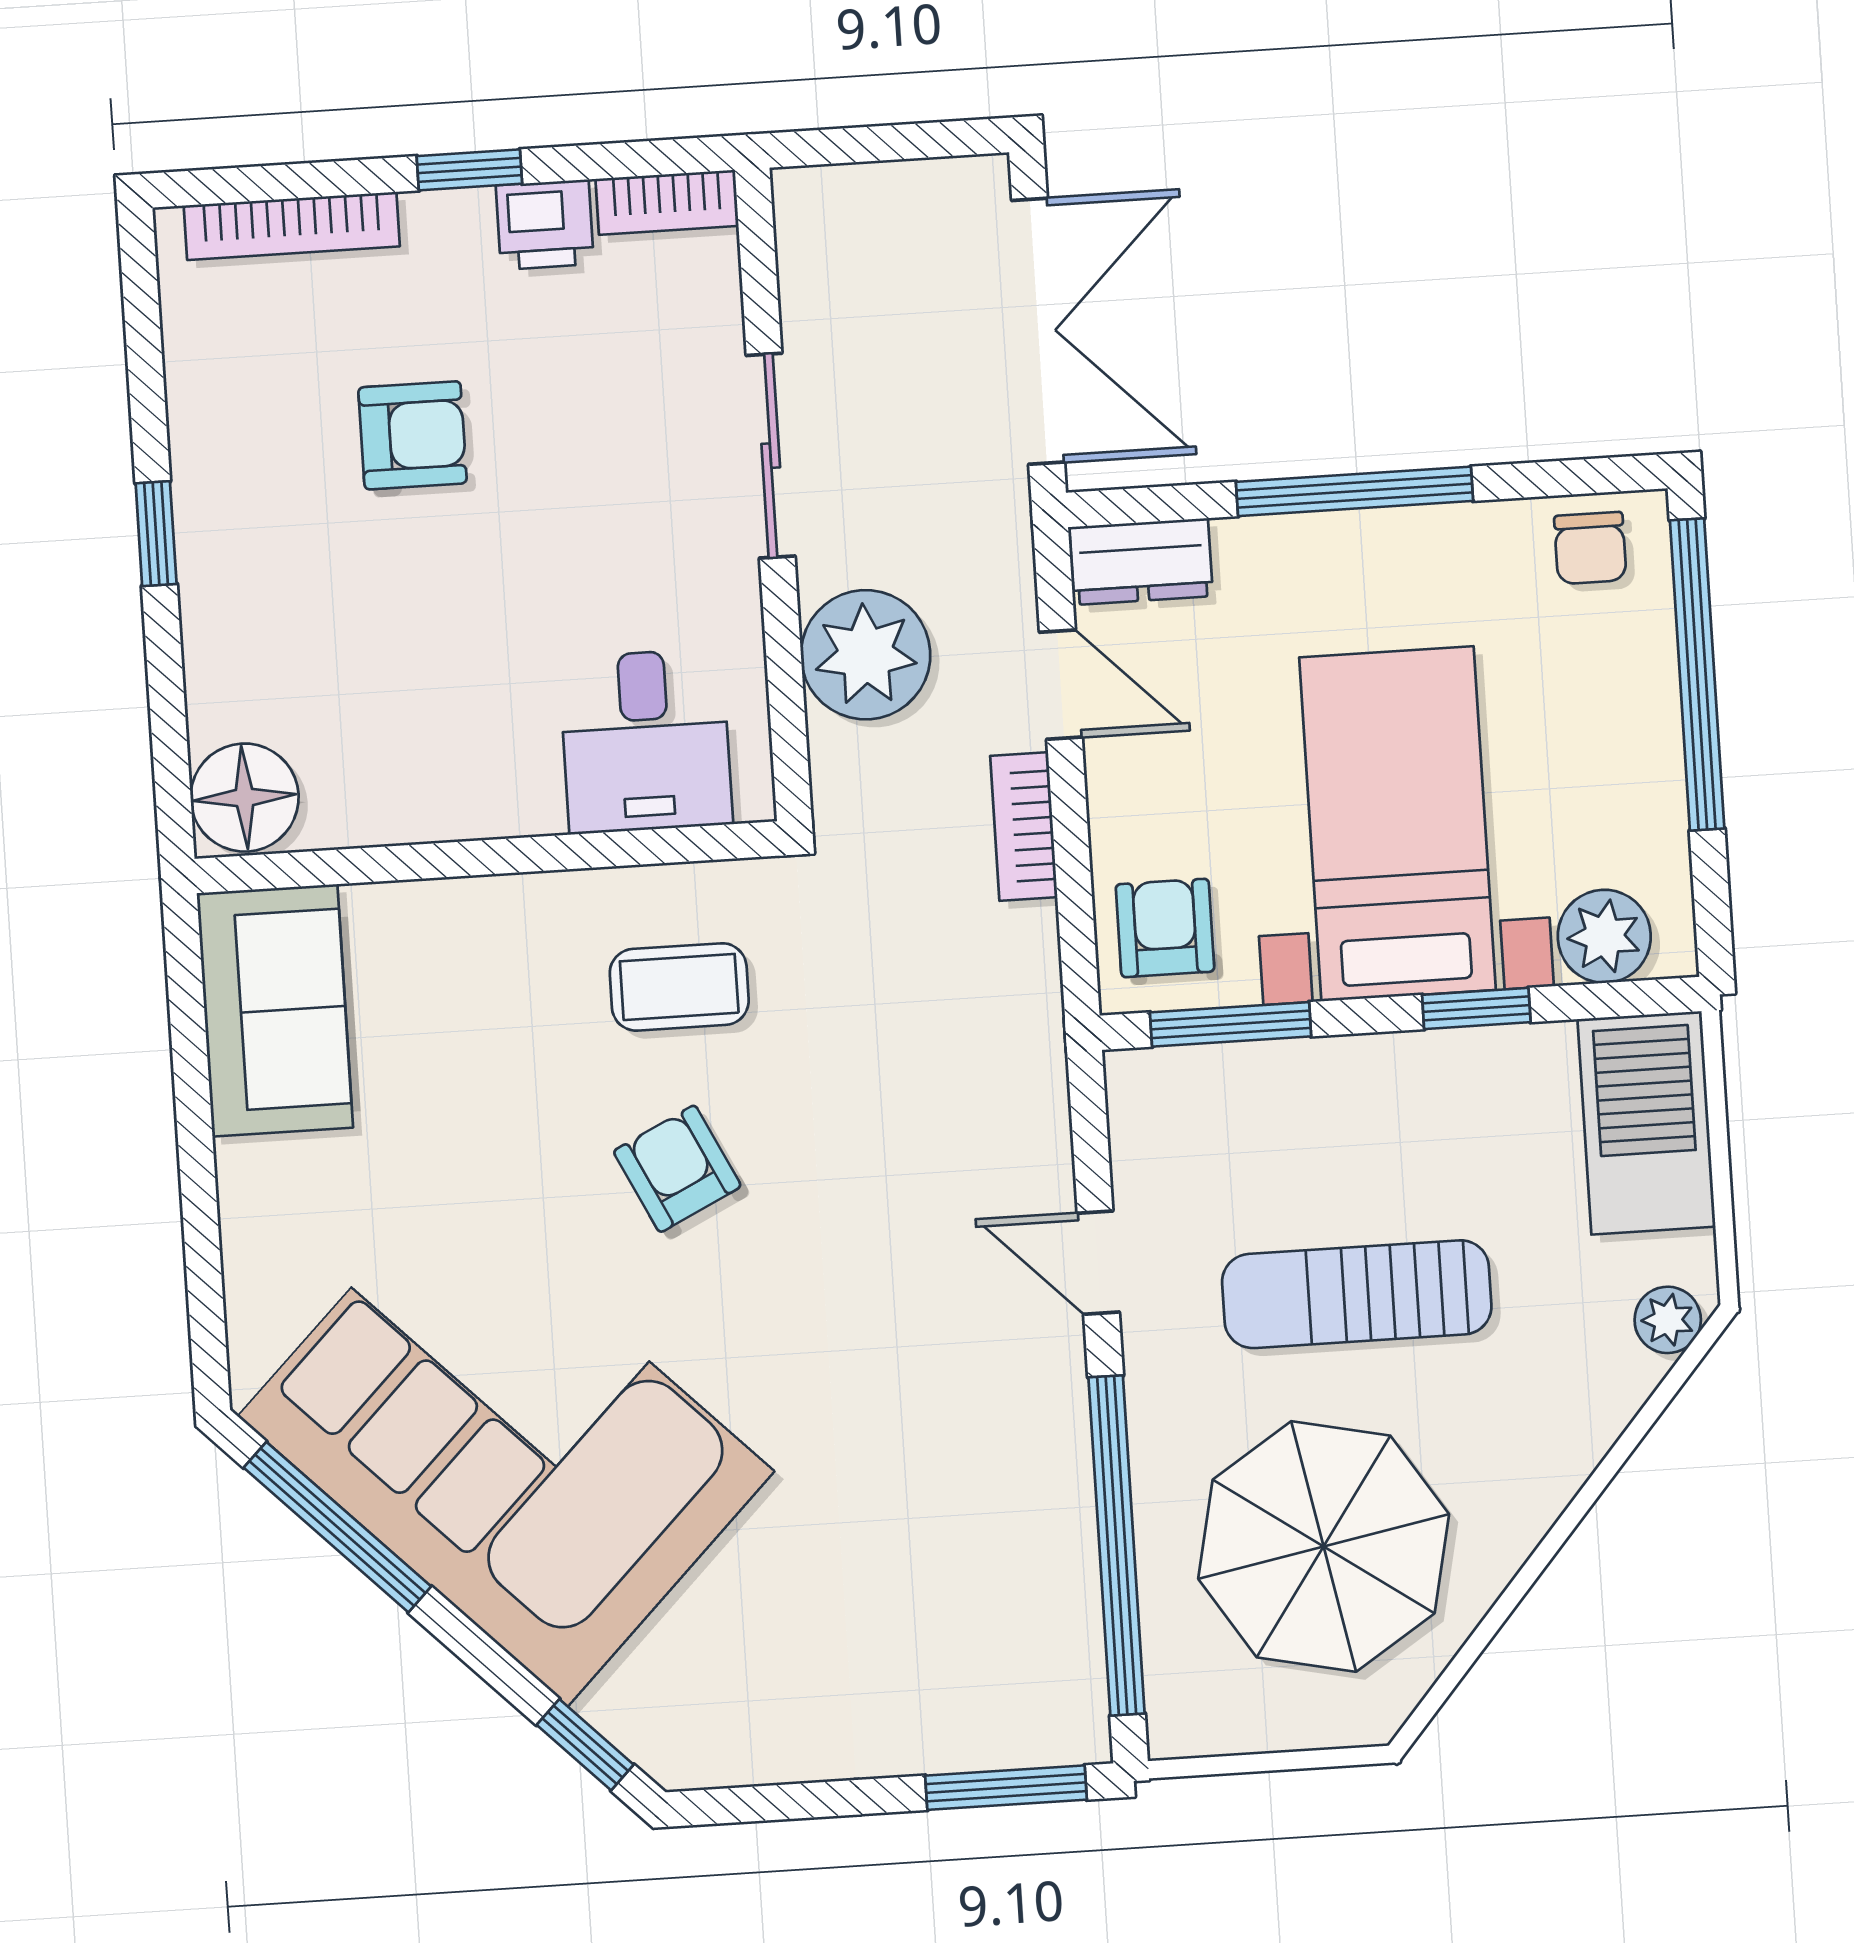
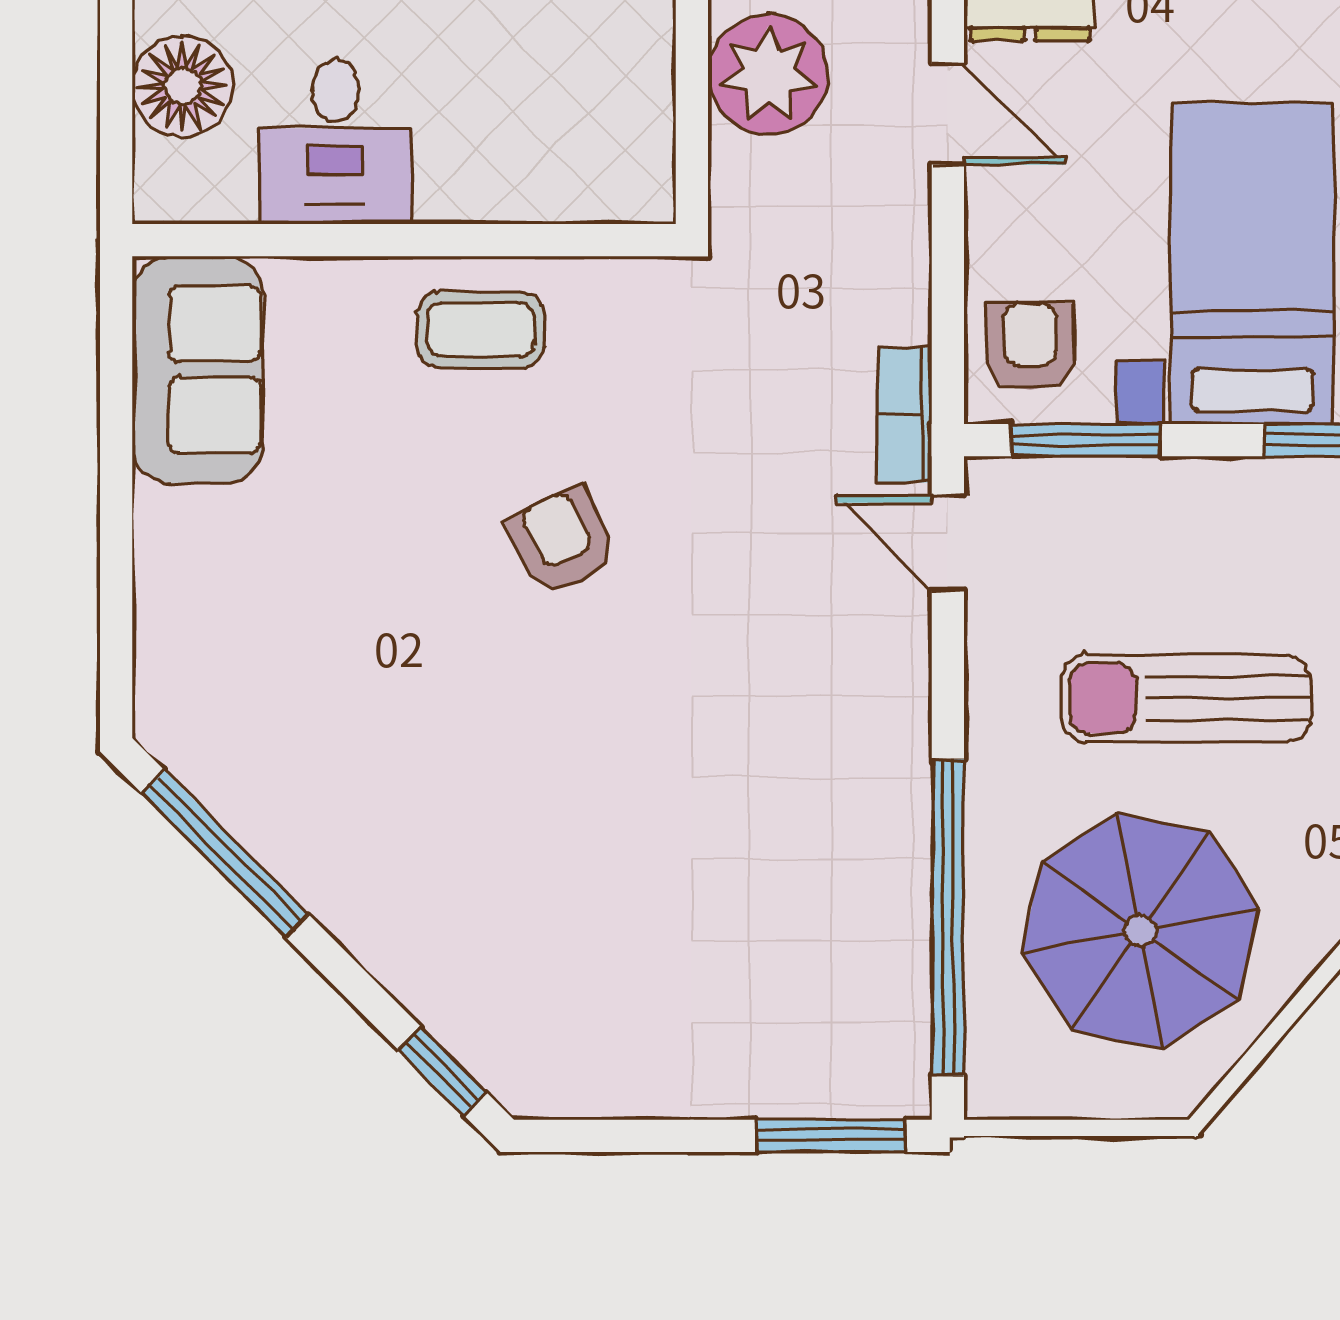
desk: (646, 741) -> (336, 142), moved
floor lamp: (245, 798) -> (182, 86), moved
bookcase: (1024, 827) -> (905, 415), moved
coffee table: (679, 987) -> (481, 330), moved
door: (1098, 1263) -> (948, 543), moved
corner sofa: (506, 1444) -> (387, 786), removed

